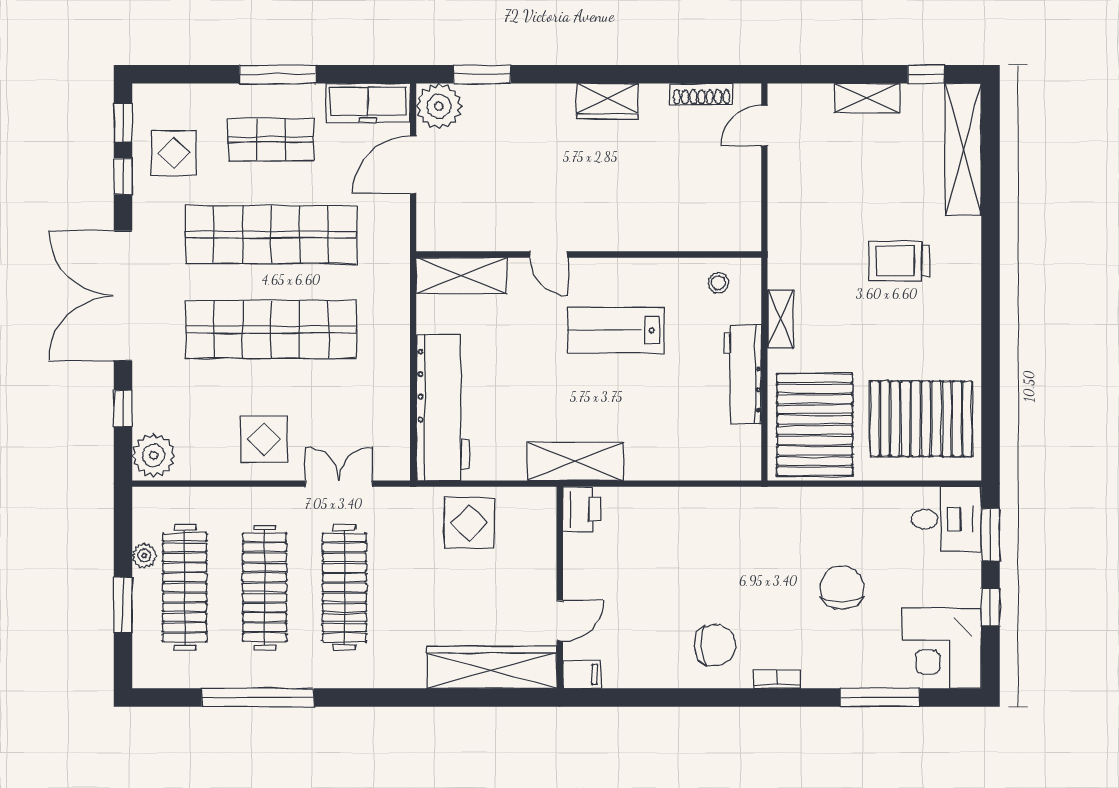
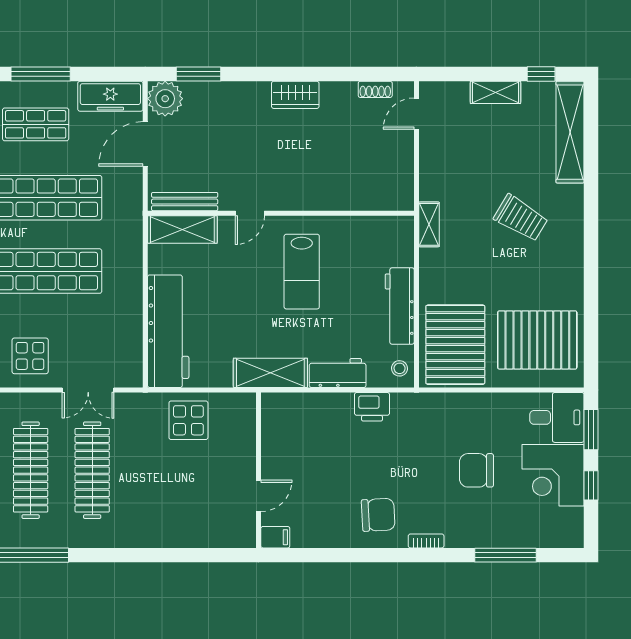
shoe rack: (702, 94) -> (375, 89), width x0.70
bench: (464, 239) -> (185, 202), added
door: (549, 255) -> (250, 213), hinge flipped
trolley: (900, 261) -> (521, 218), turned -149
stool: (718, 283) -> (400, 368), moved
shelving: (781, 319) -> (429, 224), moved
lab bench: (616, 330) -> (302, 272), turned -90
workbench: (662, 462) -> (338, 373), added
double door: (339, 484) -> (88, 390), swing flipped
printer: (581, 509) -> (372, 407), moved, turned 90
chair: (842, 588) -> (476, 470), turned -90
corner desk: (941, 648) -> (553, 475), moved
wardrobe: (492, 667) -> (206, 532), removed

